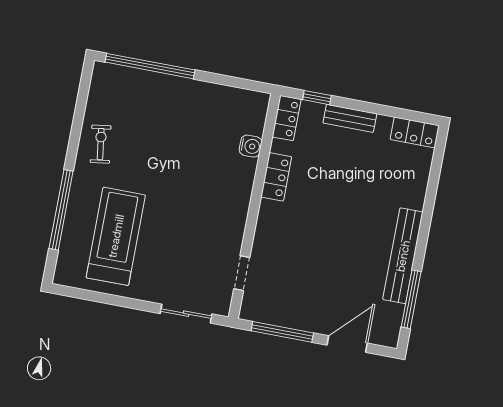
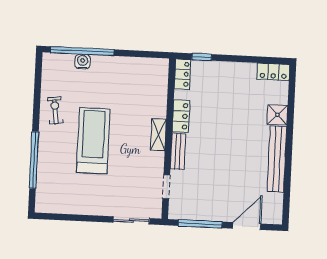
bench: (350, 118) -> (178, 151), moved, turned 90
water cooler: (251, 146) -> (83, 62), moved, turned -90
shower: (412, 194) -> (278, 115), added
shelving: (241, 198) -> (158, 135), added
treadmill: (116, 236) -> (93, 141), moved
window: (411, 299) -> (287, 188), removed

